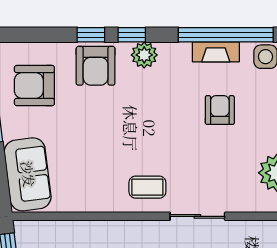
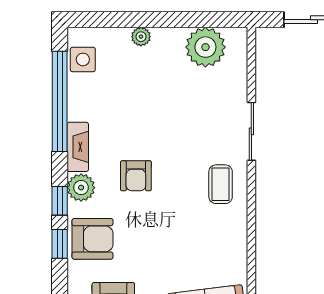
fireplace: (216, 52) -> (78, 147), moved
armchair: (220, 110) -> (136, 176), moved, turned -90

